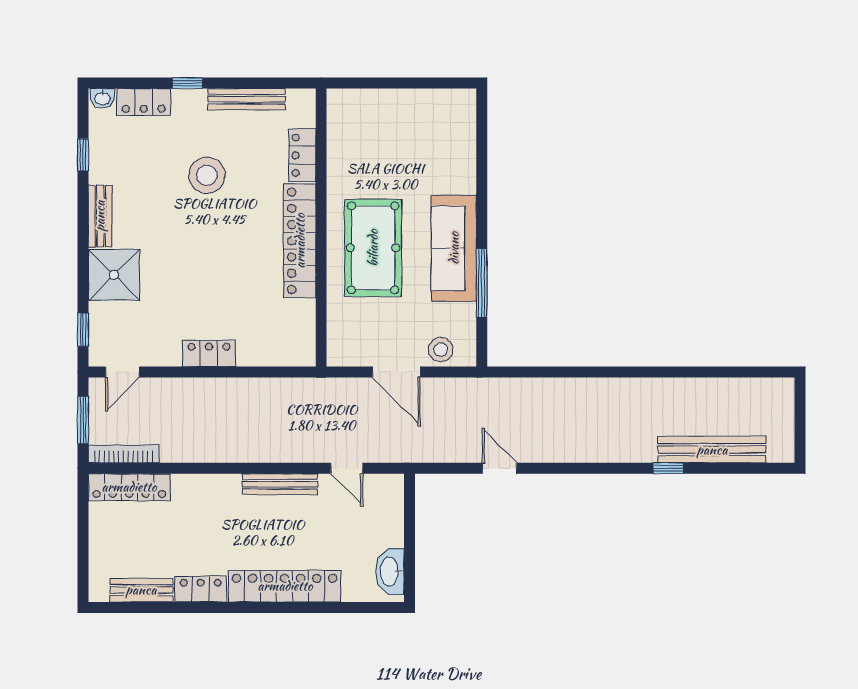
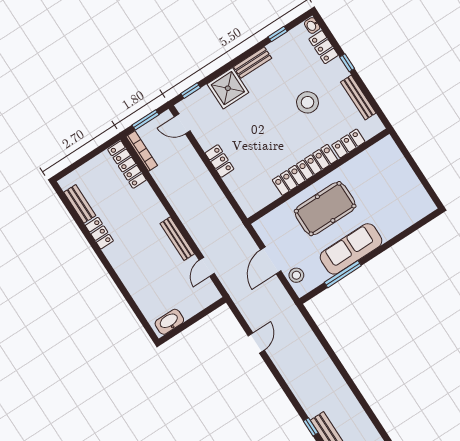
locker: (285, 586) -> (128, 274), removed

